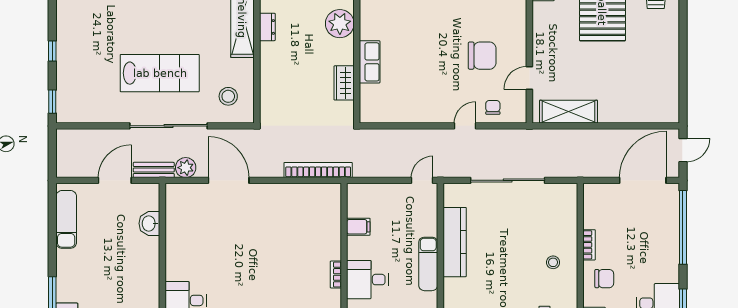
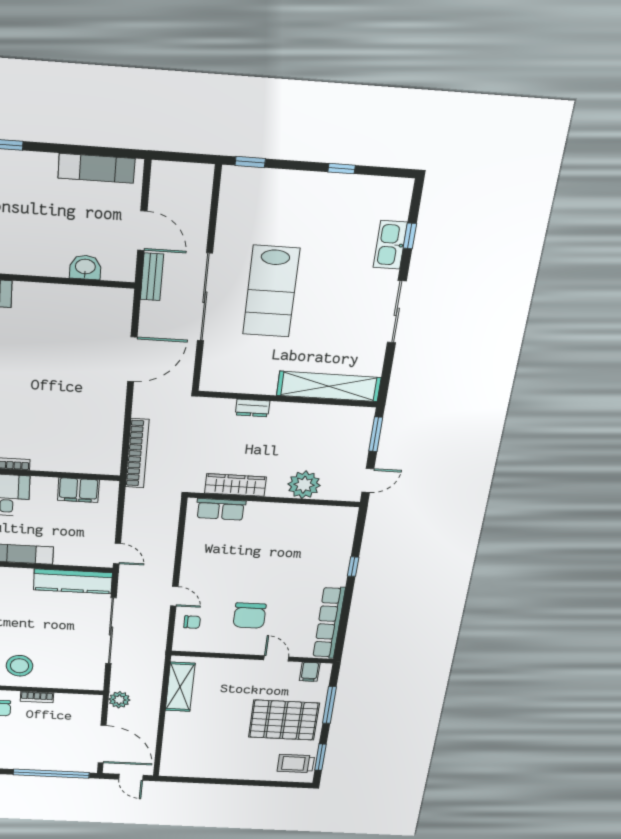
dresser: (267, 27) -> (252, 408), moved
window: (52, 51) -> (342, 169), moved
row of seats: (370, 62) -> (221, 509), moved
door: (529, 78) -> (276, 658), moved
wardrobe: (344, 83) -> (235, 485), width x1.50
stool: (228, 96) -> (234, 365), removed
plant: (186, 168) -> (119, 700), moved
filing cabinet: (358, 227) -> (78, 490), width x2.00
kitchen counter: (455, 242) -> (73, 581), moved
stool: (553, 262) -> (20, 666), width x1.89, depth x1.89

